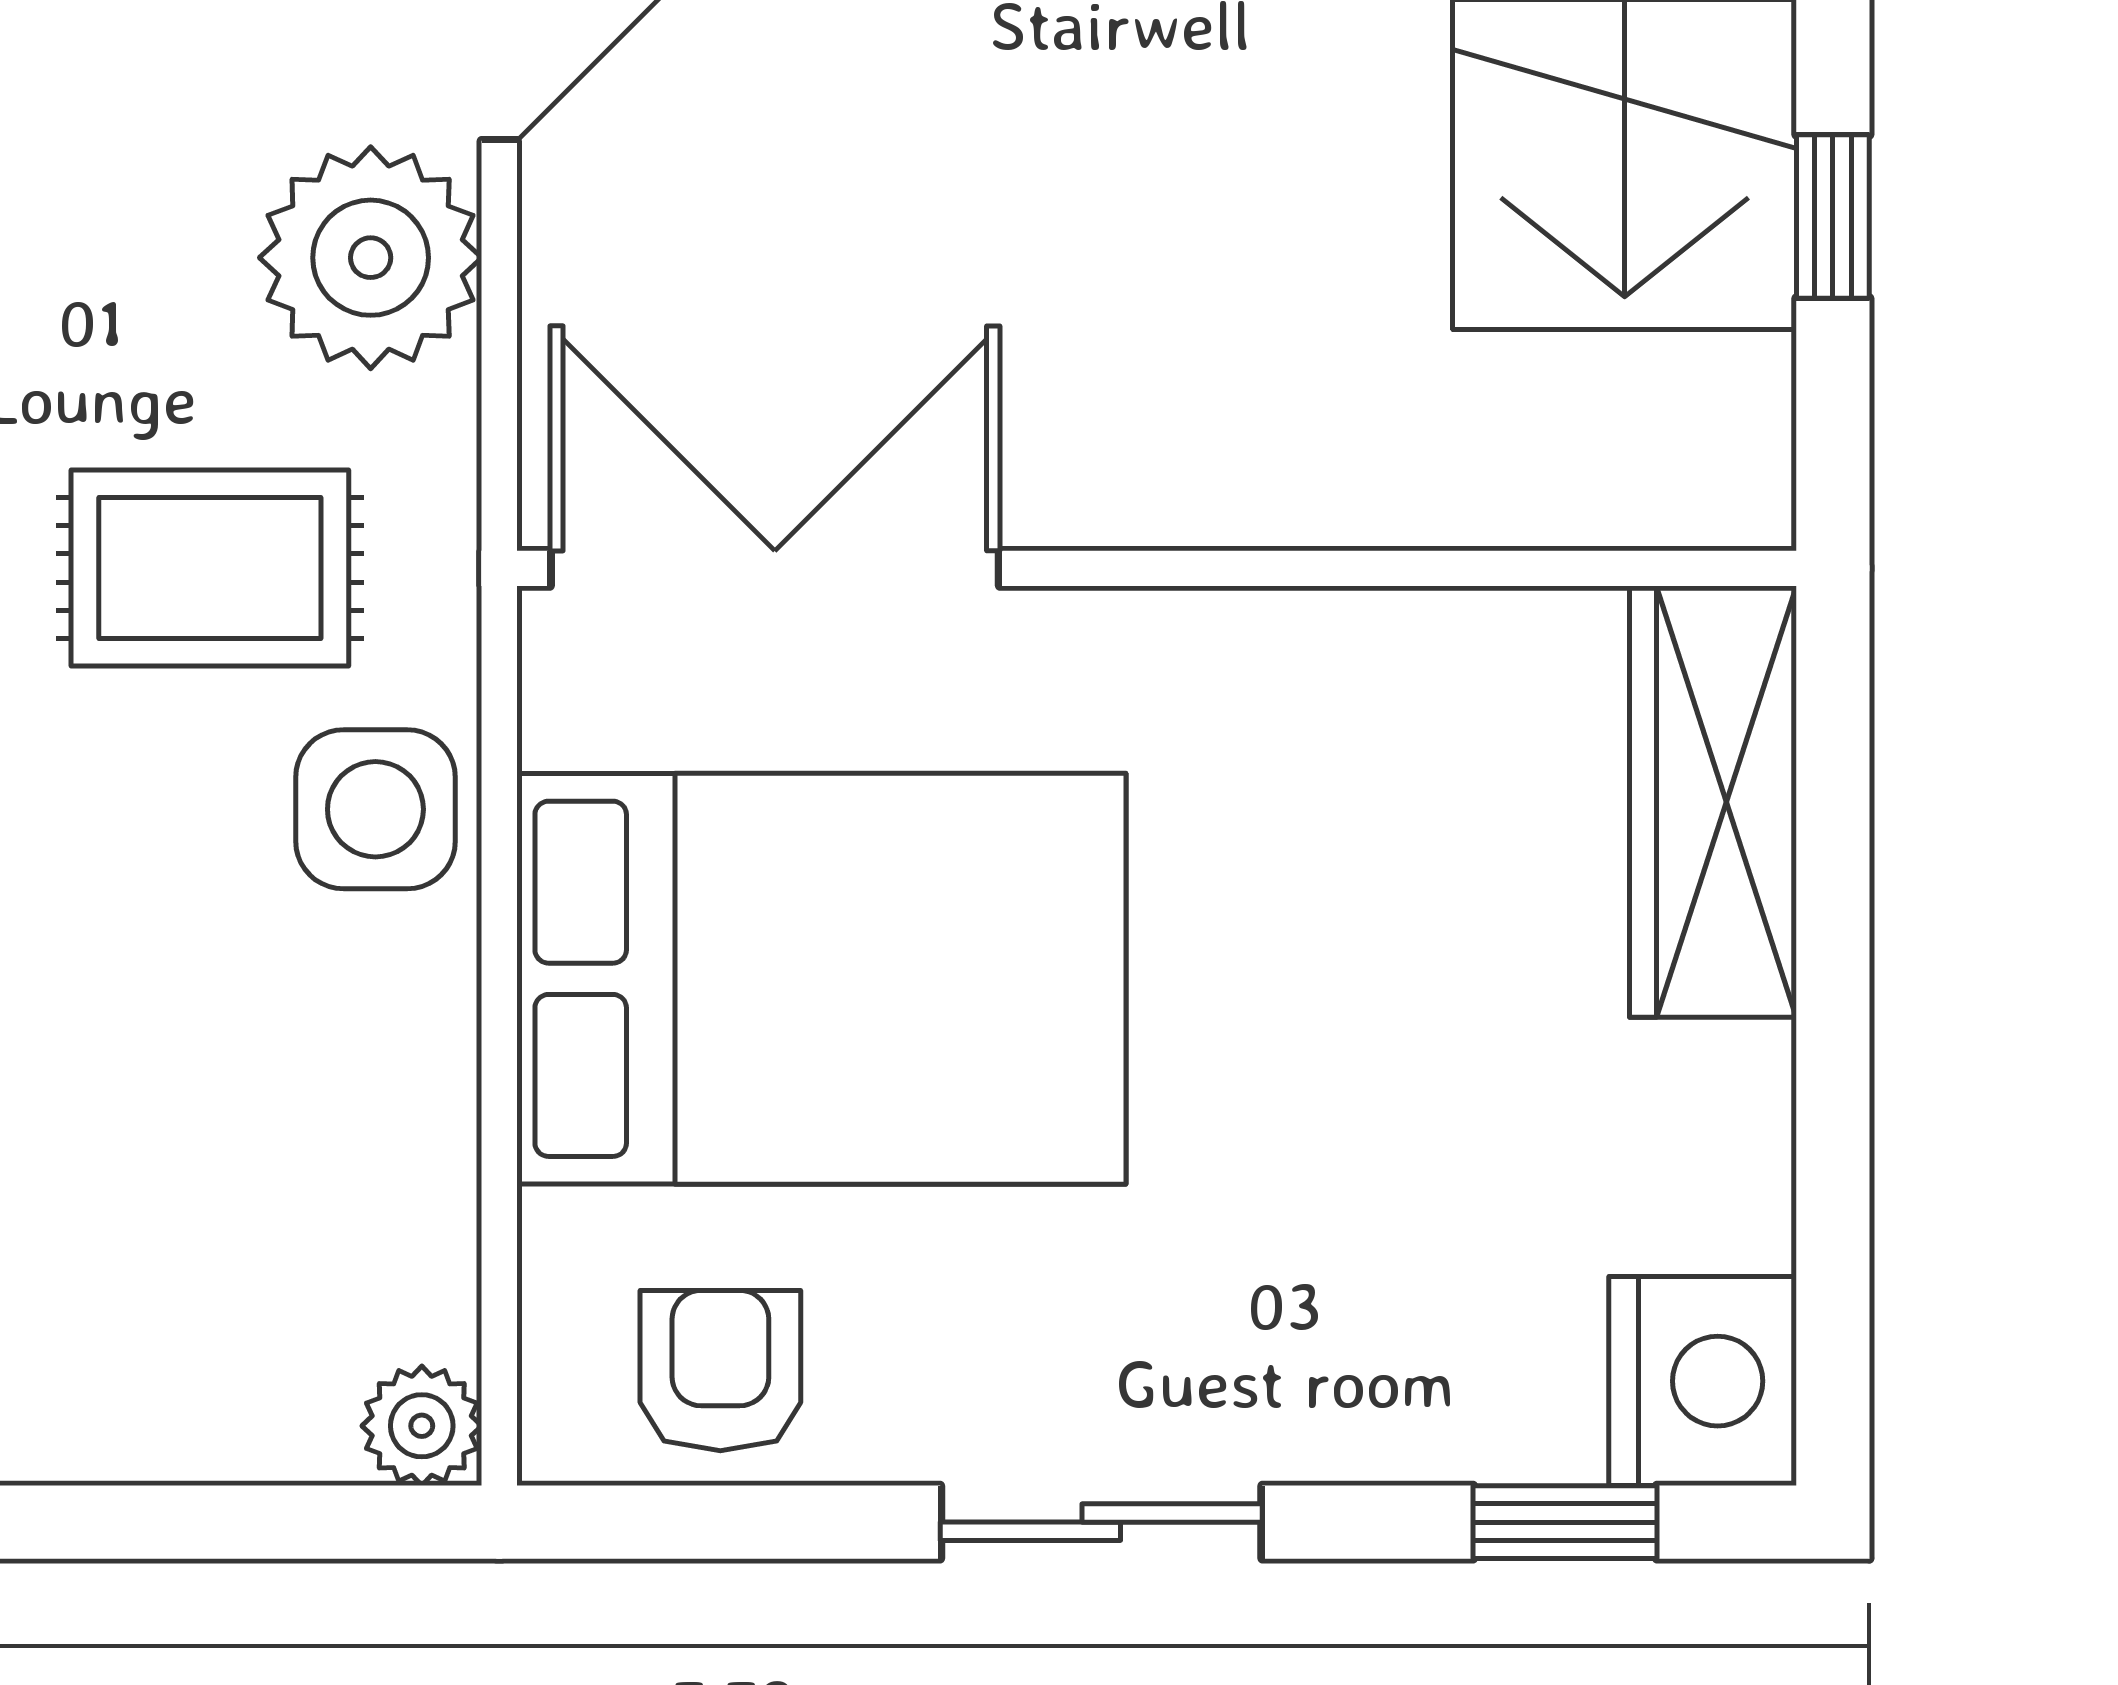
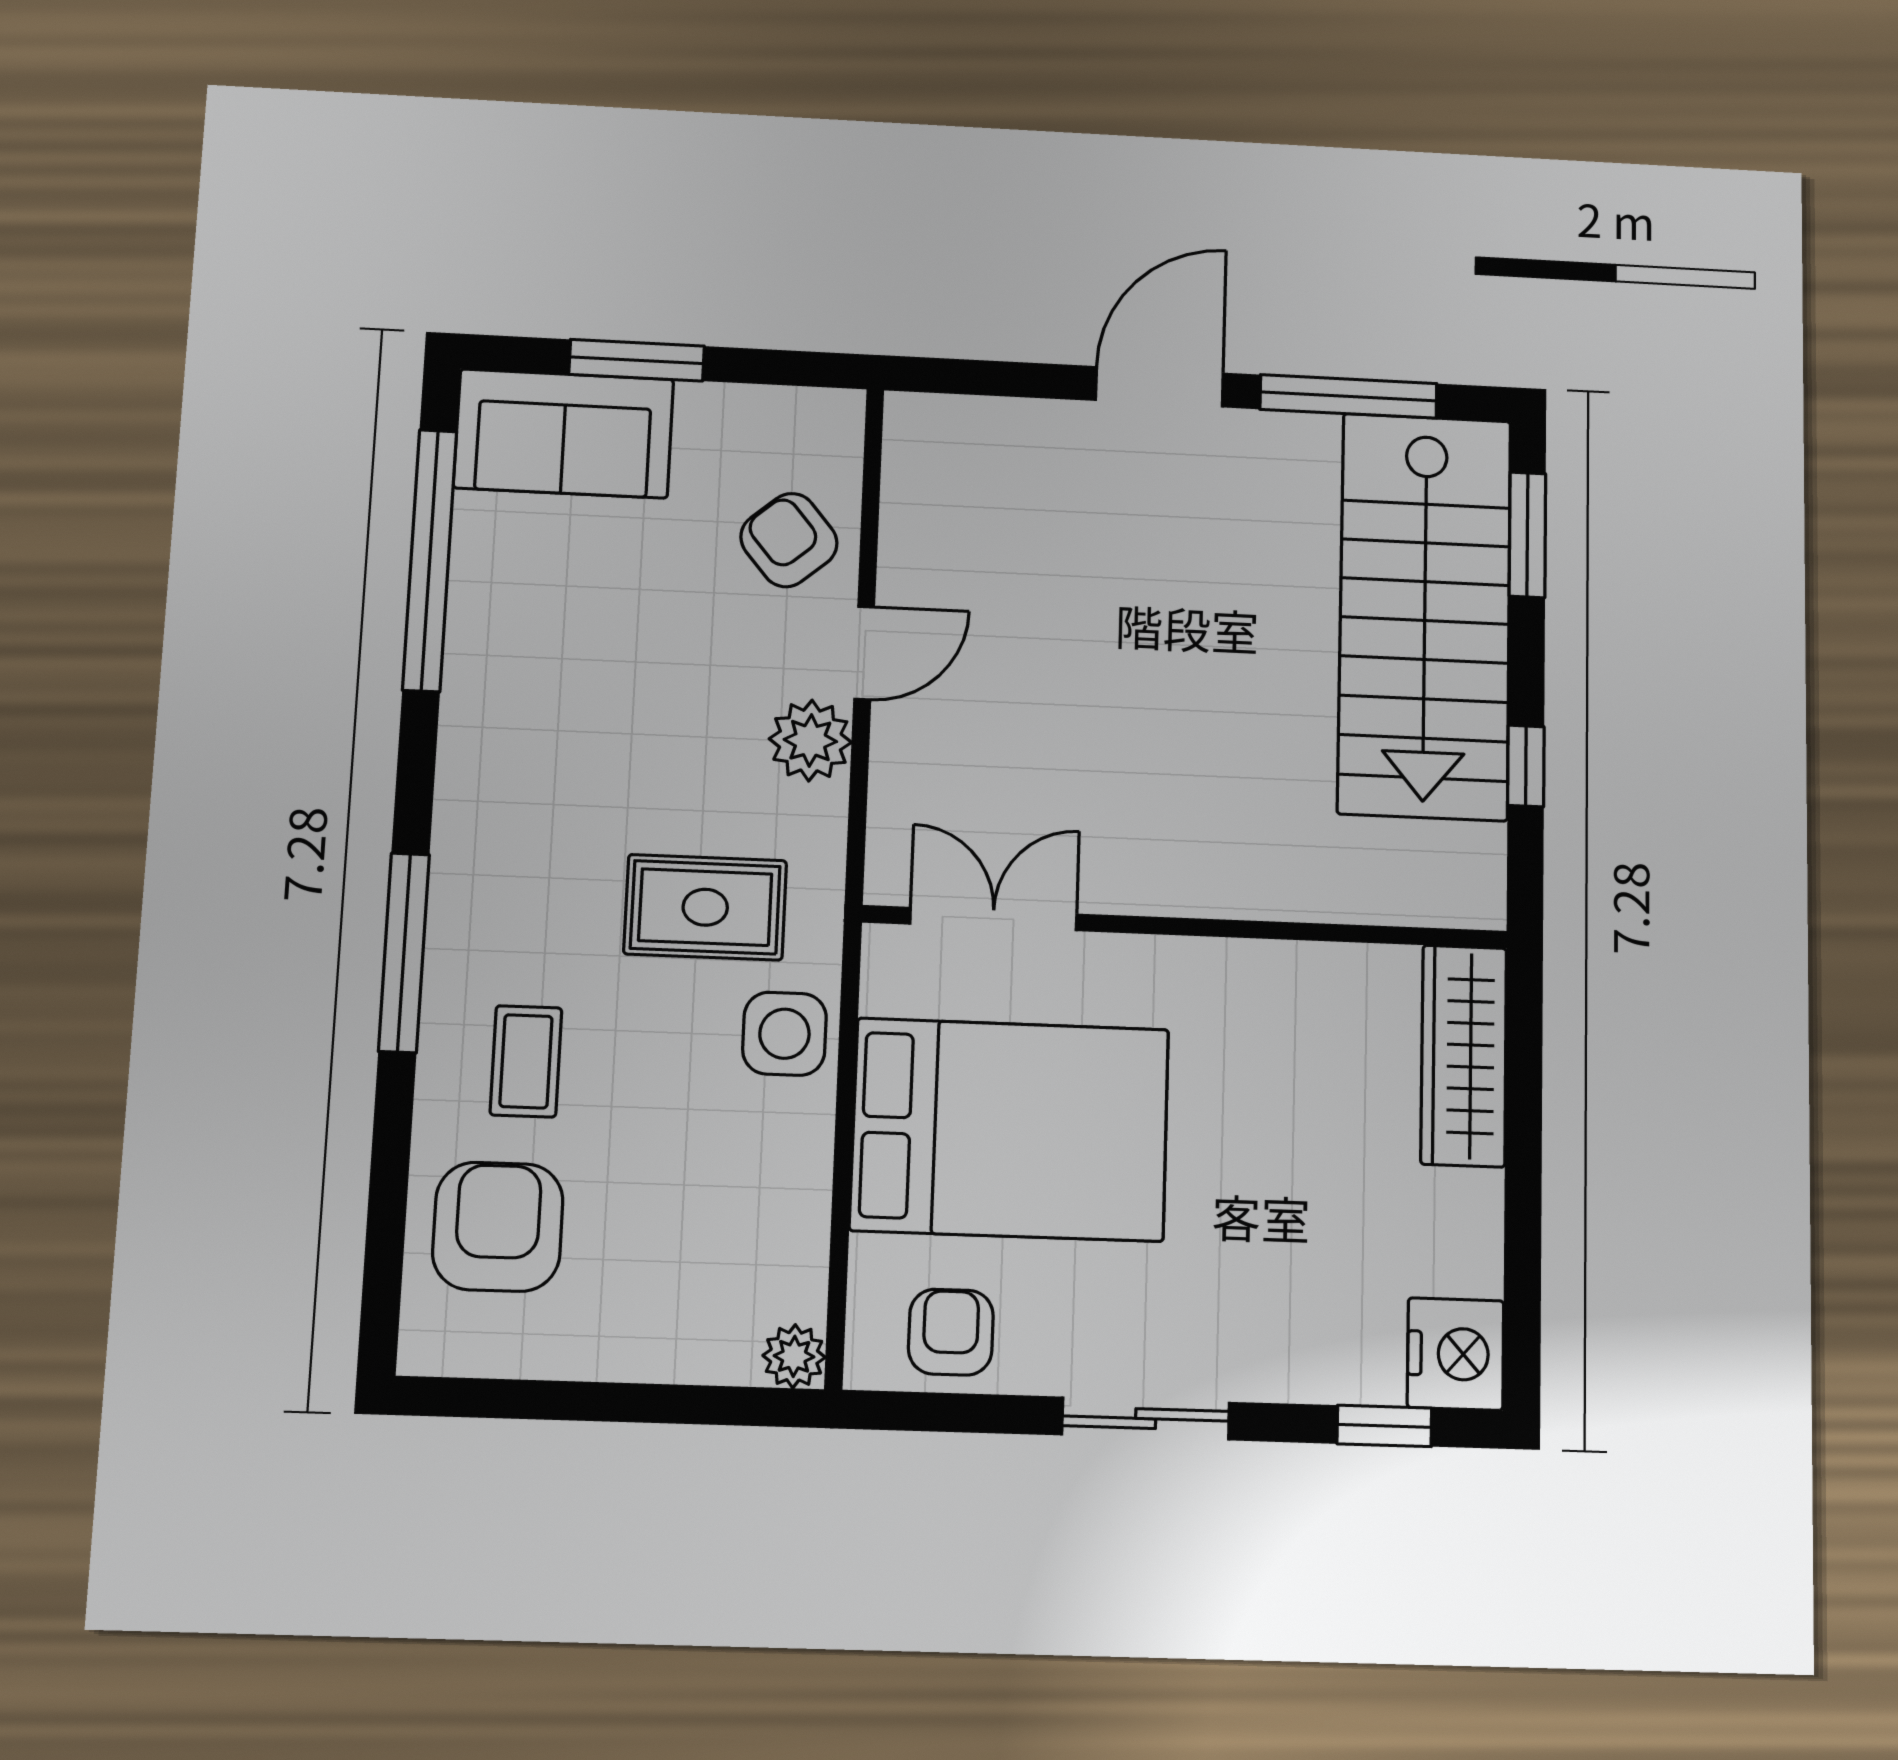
plant: (371, 258) -> (810, 741), width x0.73, depth x0.73
double door: (775, 568) -> (993, 919), width x0.73

